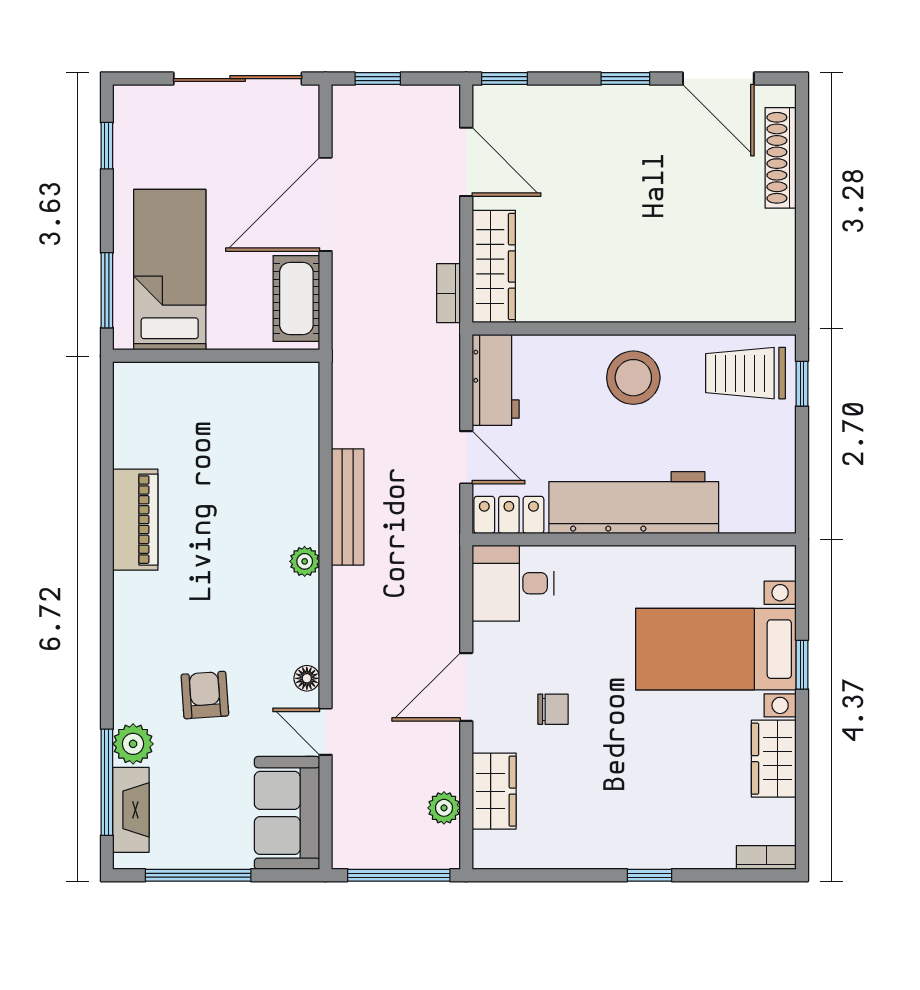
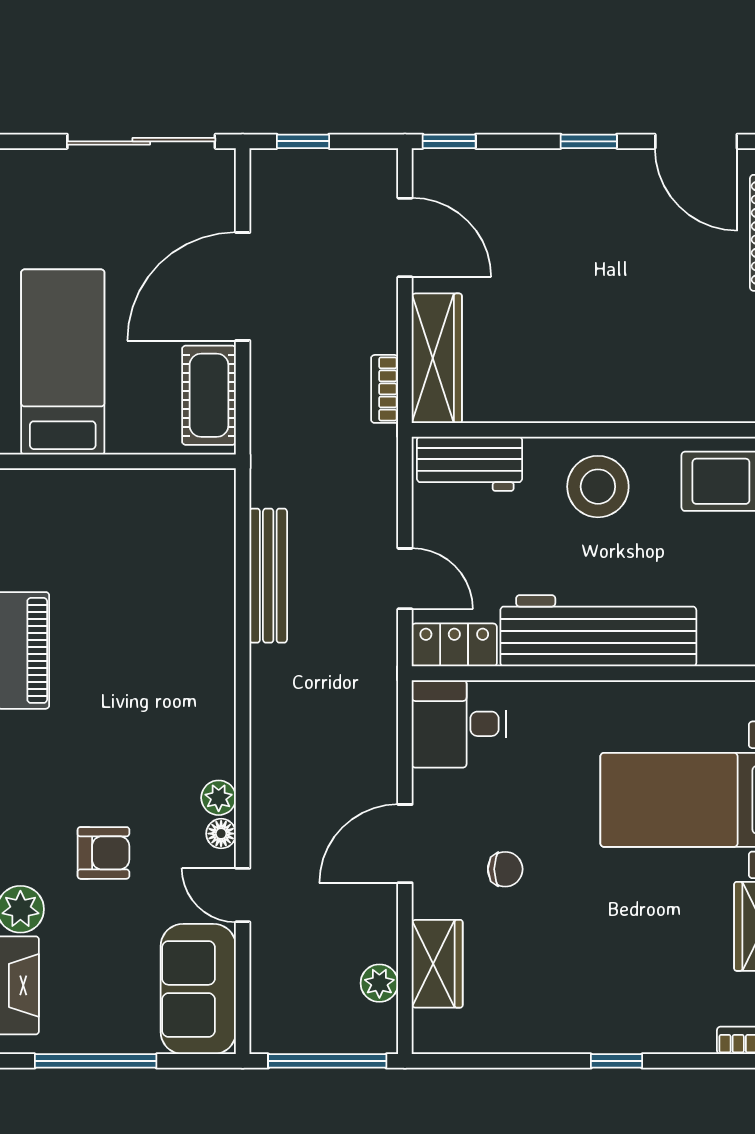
workbench: (496, 380) -> (469, 464), moved, turned 90
bench: (348, 507) -> (268, 576), moved
plant: (305, 561) -> (219, 798), moved
armchair: (205, 695) -> (103, 853), turned 94

